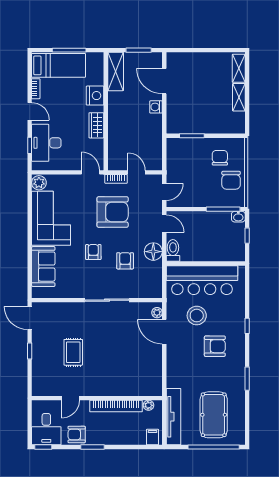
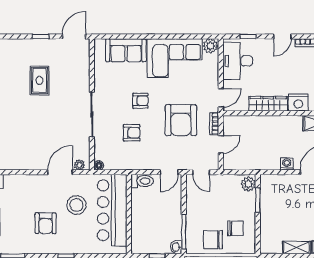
wardrobe: (96, 125) -> (268, 104), width x1.50
desk: (46, 143) -> (238, 61), moved, turned -90
plant: (176, 145) -> (248, 184), added
floor lamp: (153, 252) -> (99, 165), moved, width x0.53, depth x0.53
rug: (73, 352) -> (39, 80), turned 90

